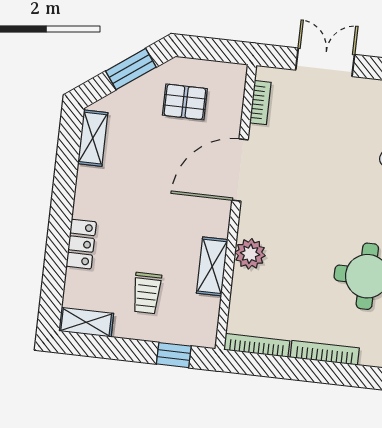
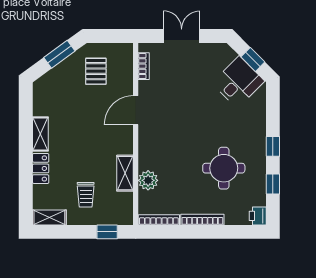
pallet: (185, 102) -> (96, 71), turned 90
shelving: (93, 138) -> (40, 134), moved
door: (240, 170) -> (136, 110), width x0.73
plant: (250, 254) -> (148, 180), moved

